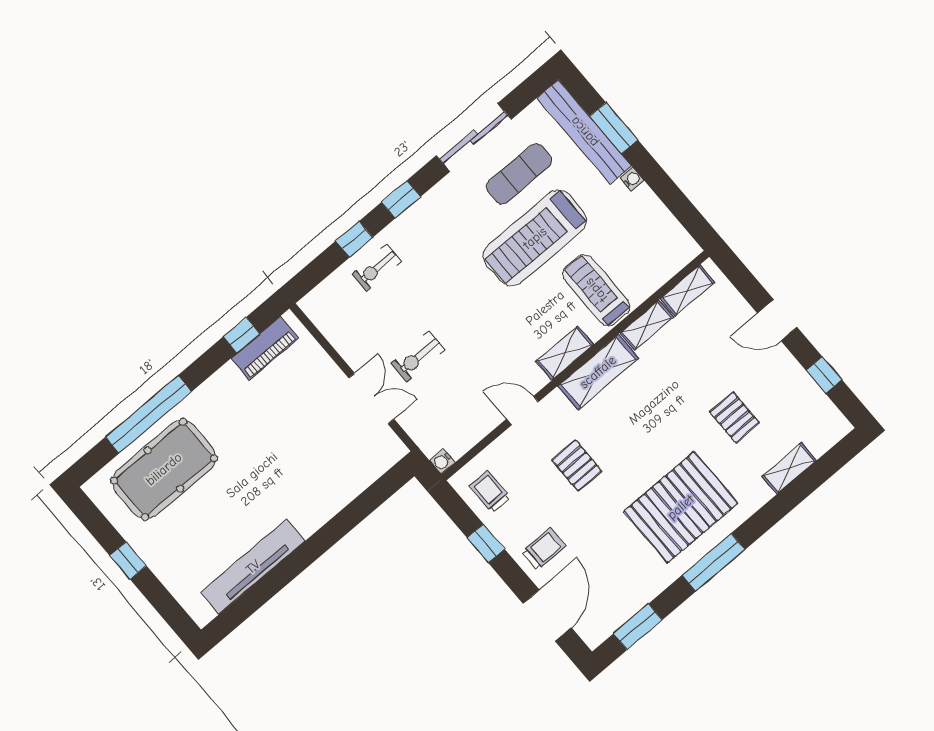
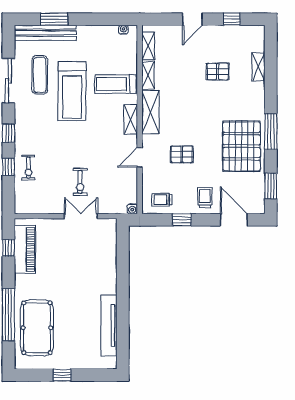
water cooler: (632, 179) -> (123, 30), moved
piano: (265, 348) -> (25, 249), width x1.37, depth x1.33
pallet: (681, 507) -> (242, 146), moved

